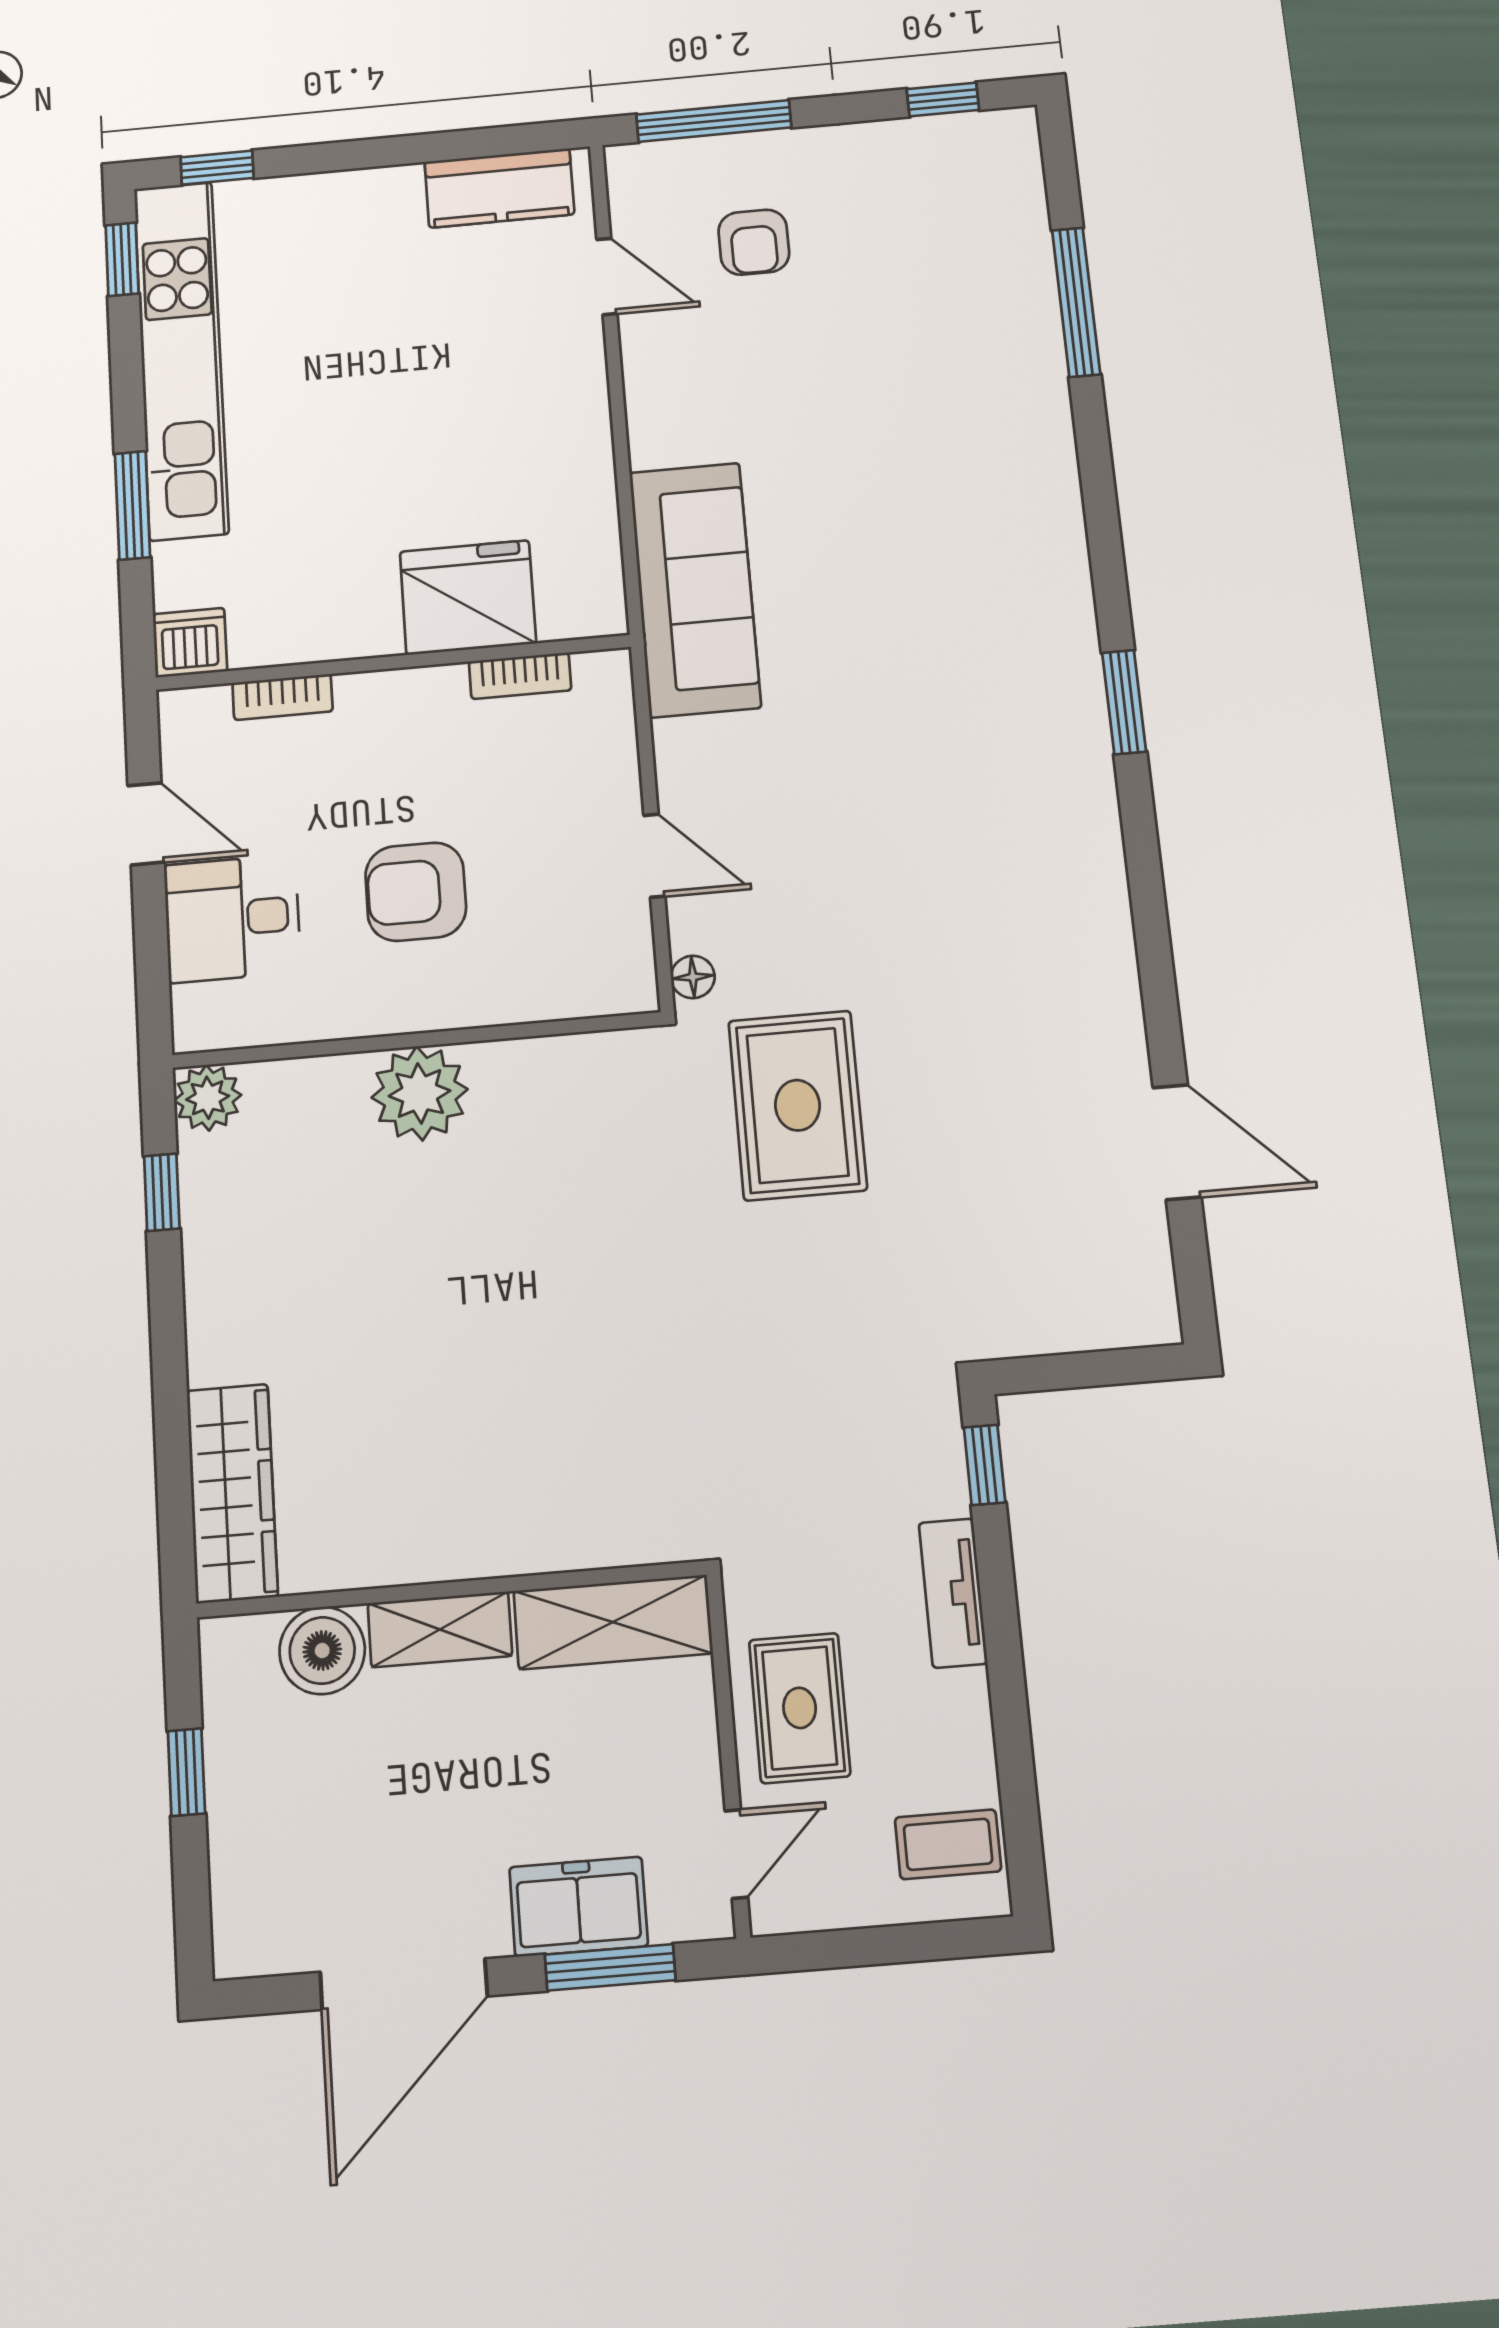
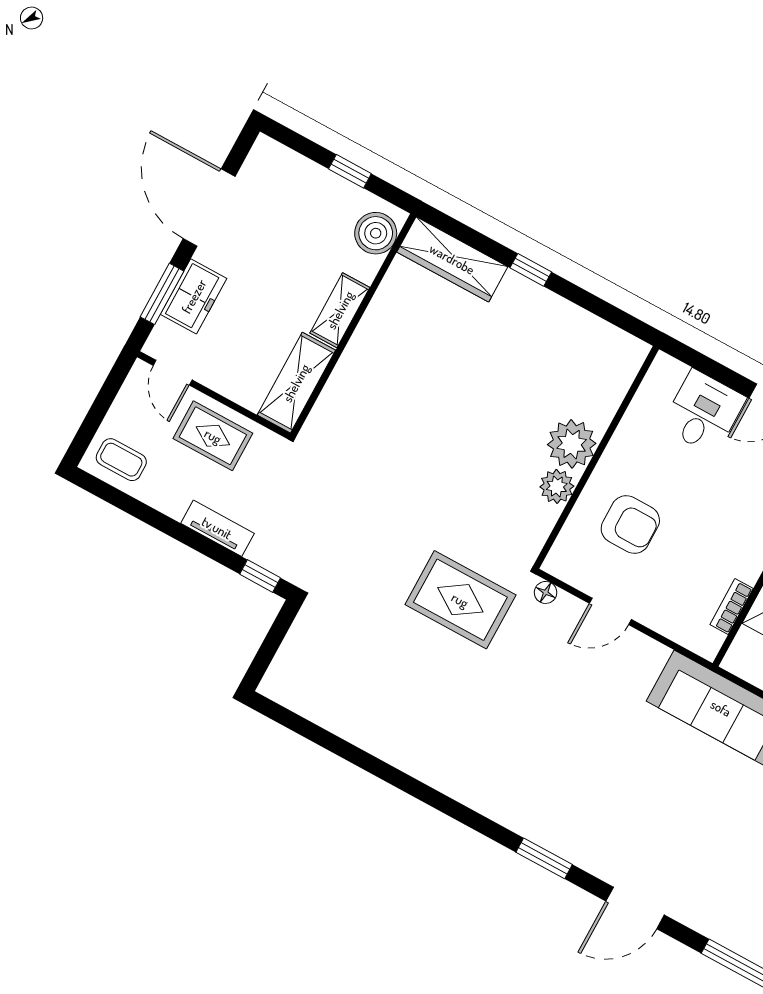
armchair: (416, 892) -> (630, 525), moved, turned 90
plant: (208, 1098) -> (557, 486), moved
door: (1177, 1142) -> (635, 908), moved
window: (162, 1192) -> (531, 270), moved
boiler: (322, 1651) -> (376, 233), moved
coffee table: (948, 1844) -> (121, 460), turned 90

